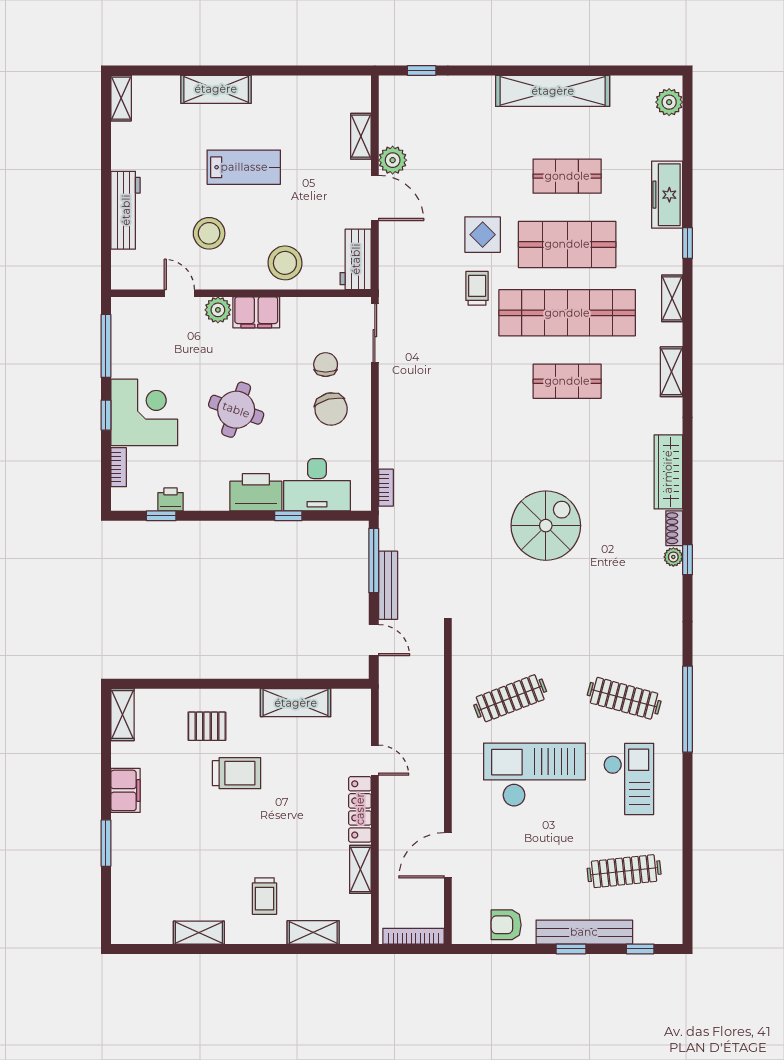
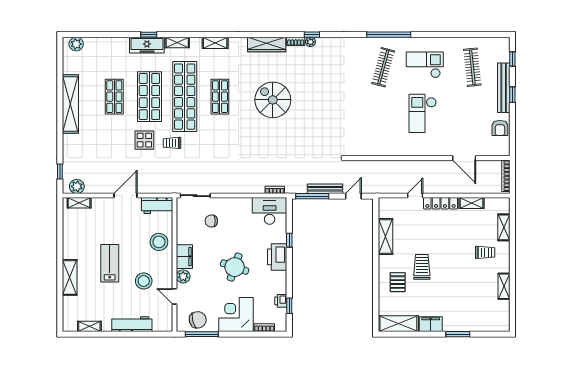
shelving: (121, 98) -> (89, 326), moved
shelving: (361, 136) -> (79, 203), moved
plant: (393, 160) -> (77, 186), moved
freezer: (667, 195) -> (147, 45), moved
door: (179, 293) -> (175, 296), hinge flipped
chair: (331, 409) -> (198, 320), moved
window: (106, 415) -> (237, 334), removed
desk: (317, 485) -> (270, 211), moved, turned -90
spiral stairs: (546, 526) -> (273, 100), moved
clothes rail: (510, 698) -> (383, 126), removed
shelving: (123, 715) -> (398, 324), width x1.50, depth x1.33
checkout: (534, 775) -> (423, 113), width x0.73, depth x0.83

